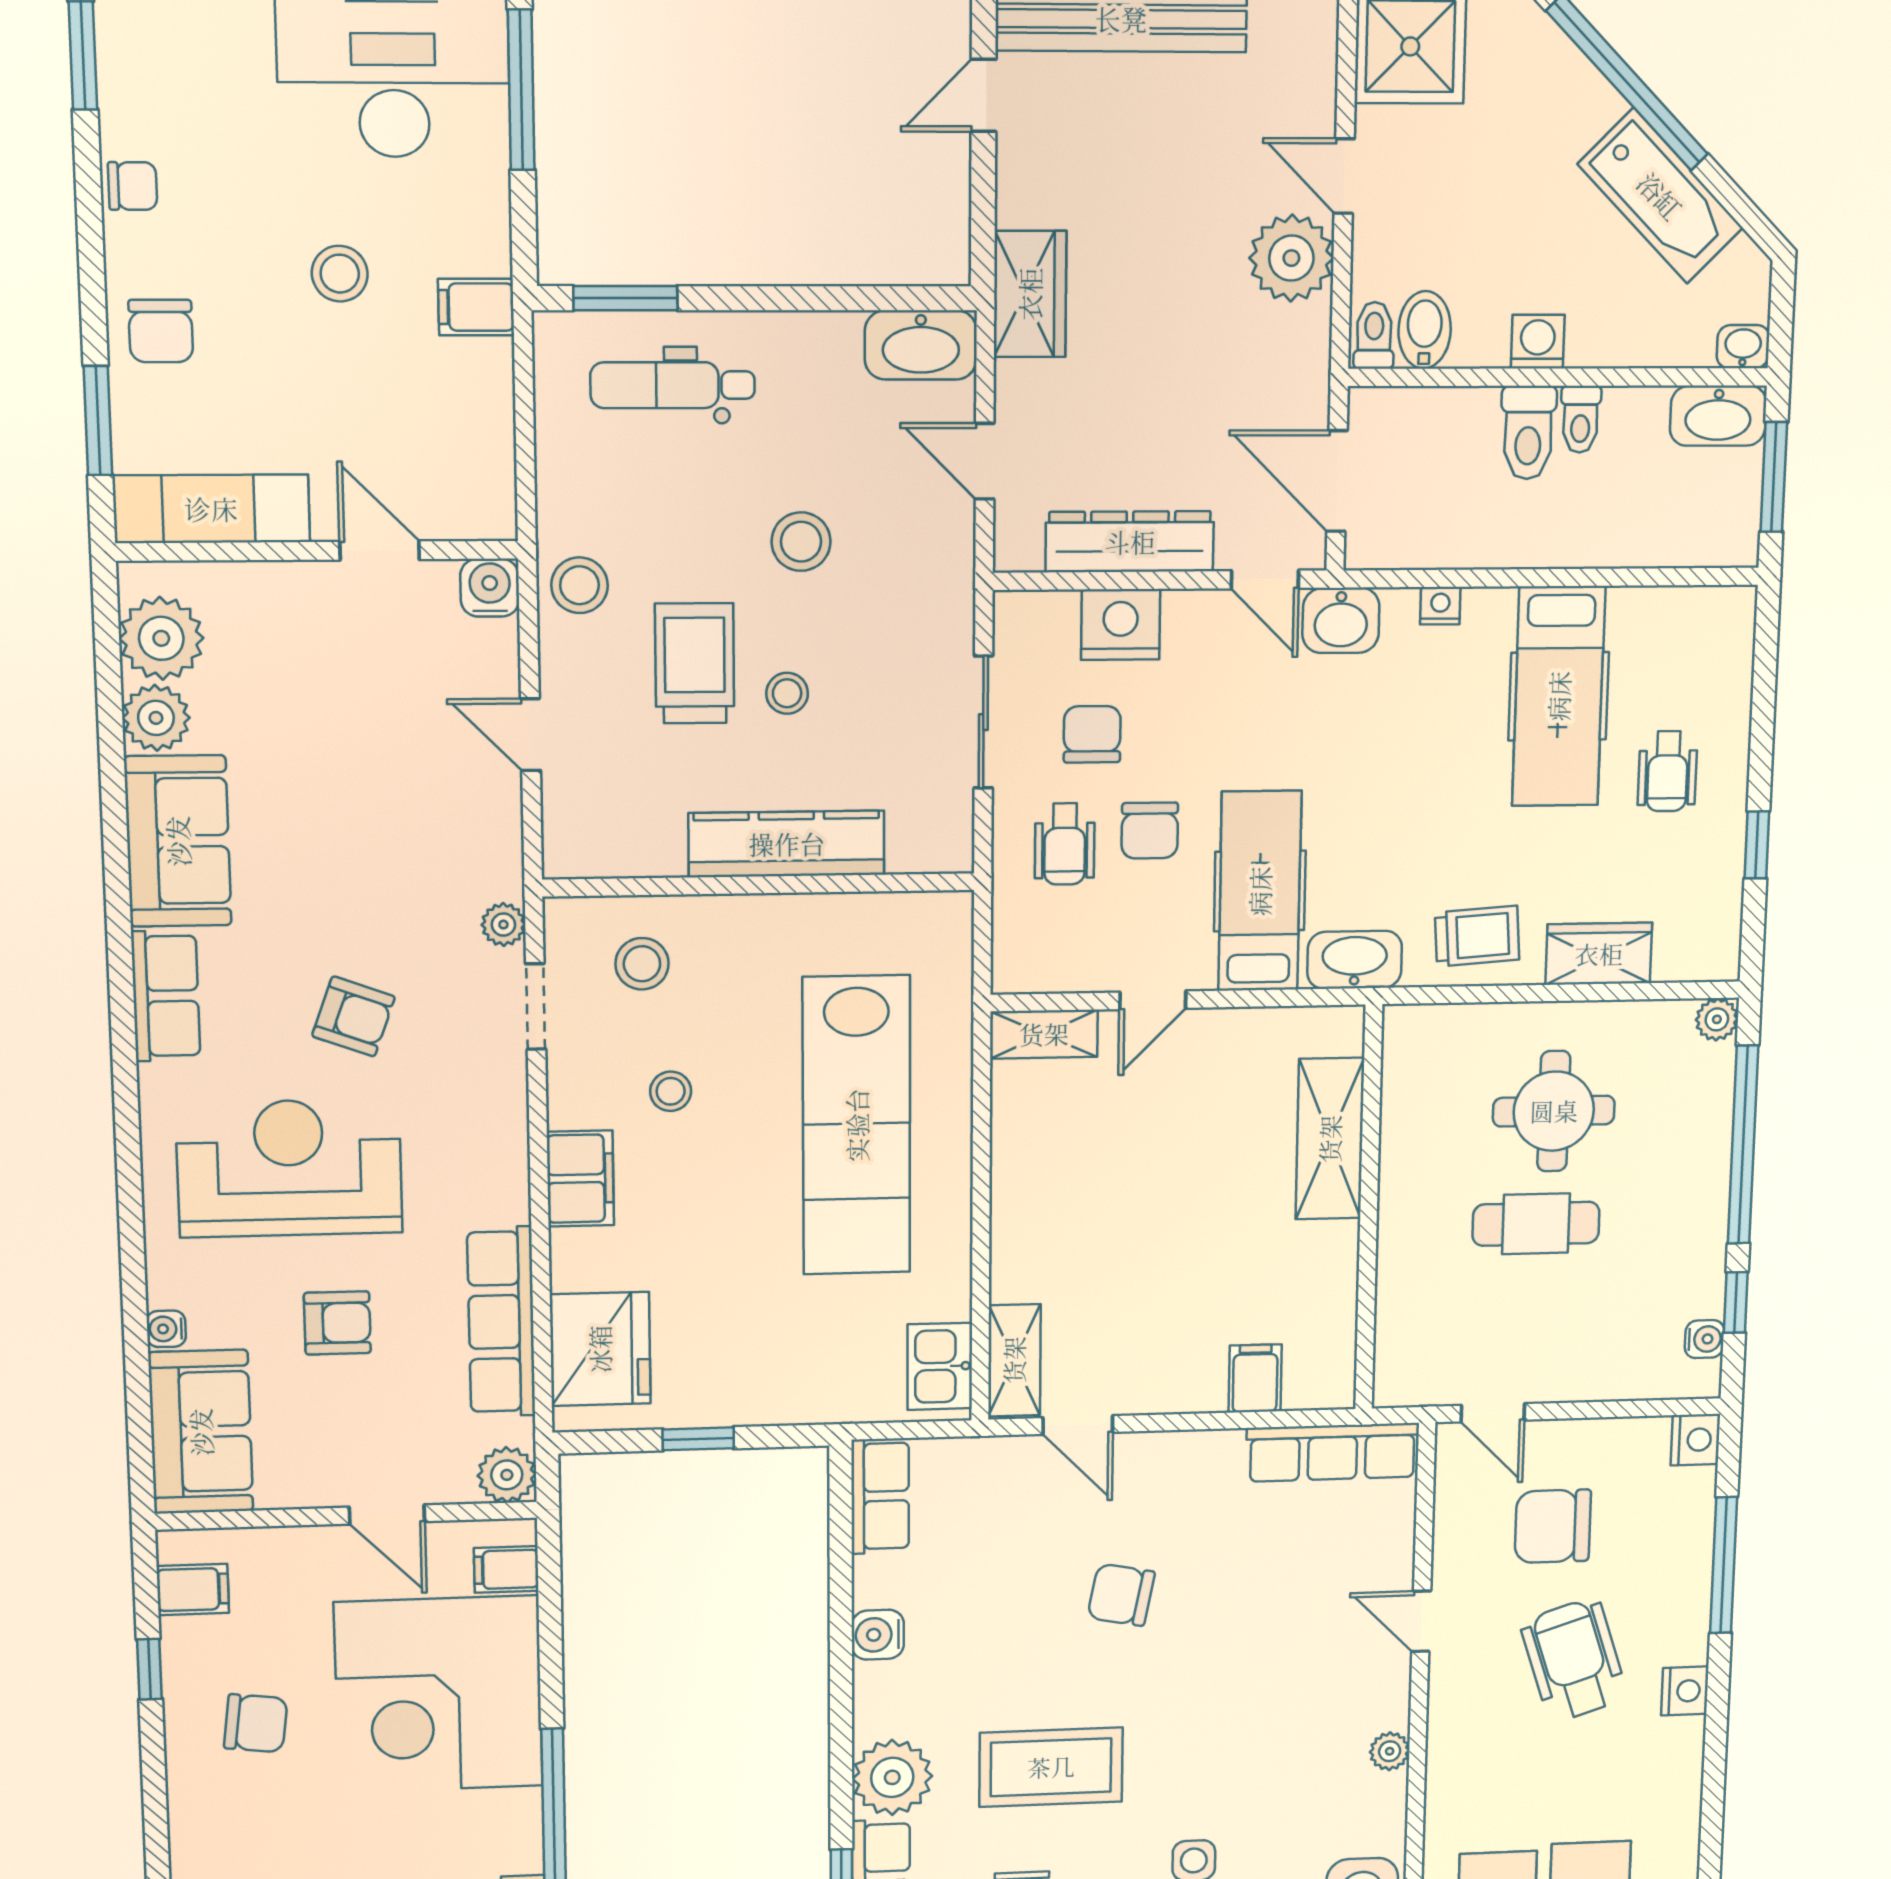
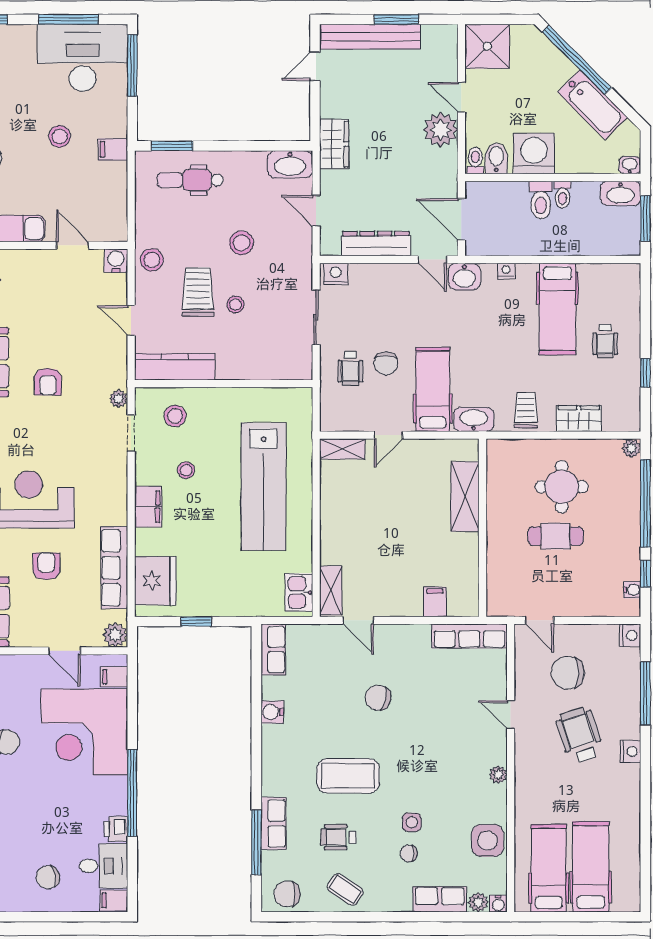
washing machine: (1538, 342) -> (534, 153), width x1.89, depth x1.89
nightstand: (1121, 625) -> (336, 274), moved, width x0.74, depth x0.75
chair: (1092, 734) -> (361, 323), removed
kitchen counter: (787, 844) -> (175, 367), moved
trolley: (1477, 936) -> (526, 410), turned -86
armchair: (353, 1016) -> (48, 382), moved, turned 70
armchair: (337, 1323) -> (46, 566), turned -90
plant: (892, 1777) -> (279, 778), removed

